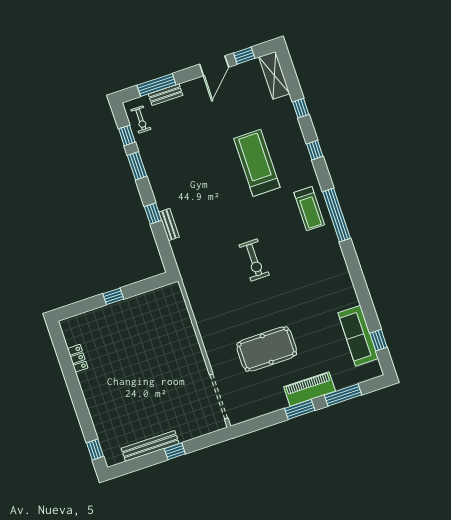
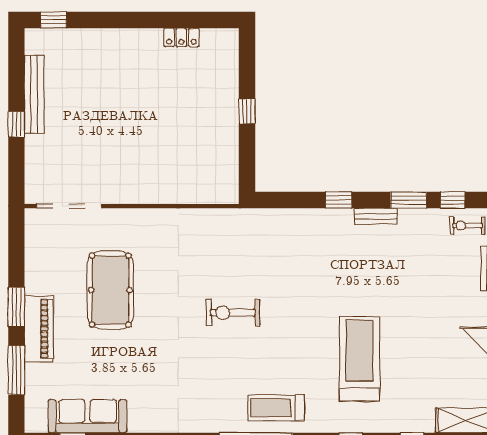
treadmill: (257, 163) -> (359, 359), turned -90
bench: (169, 224) -> (376, 216), moved

